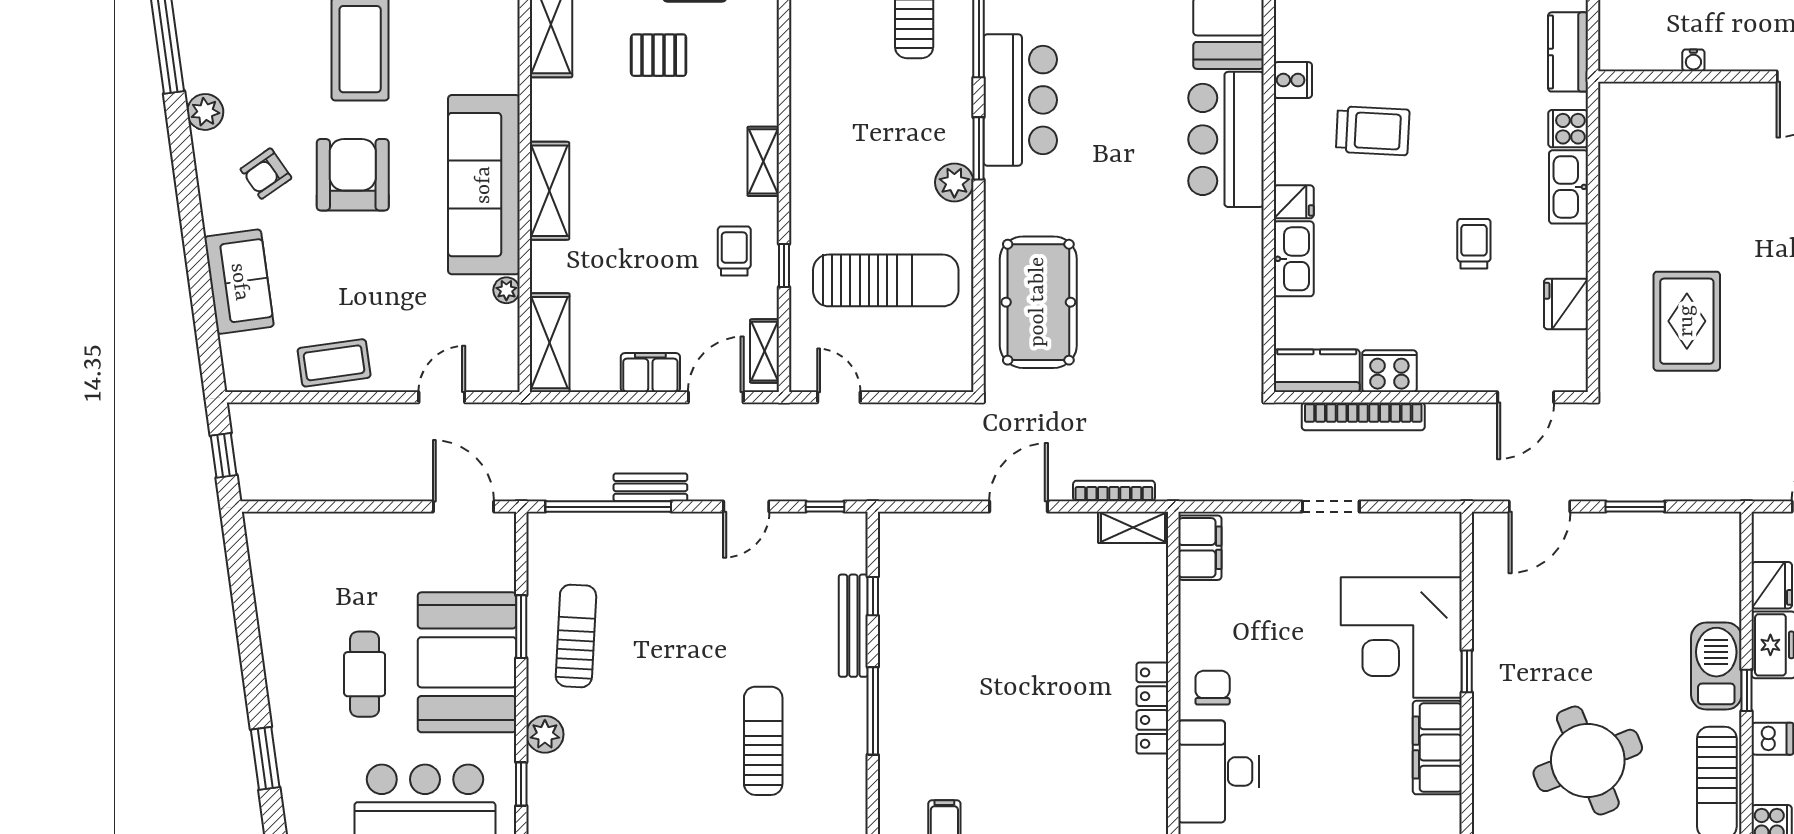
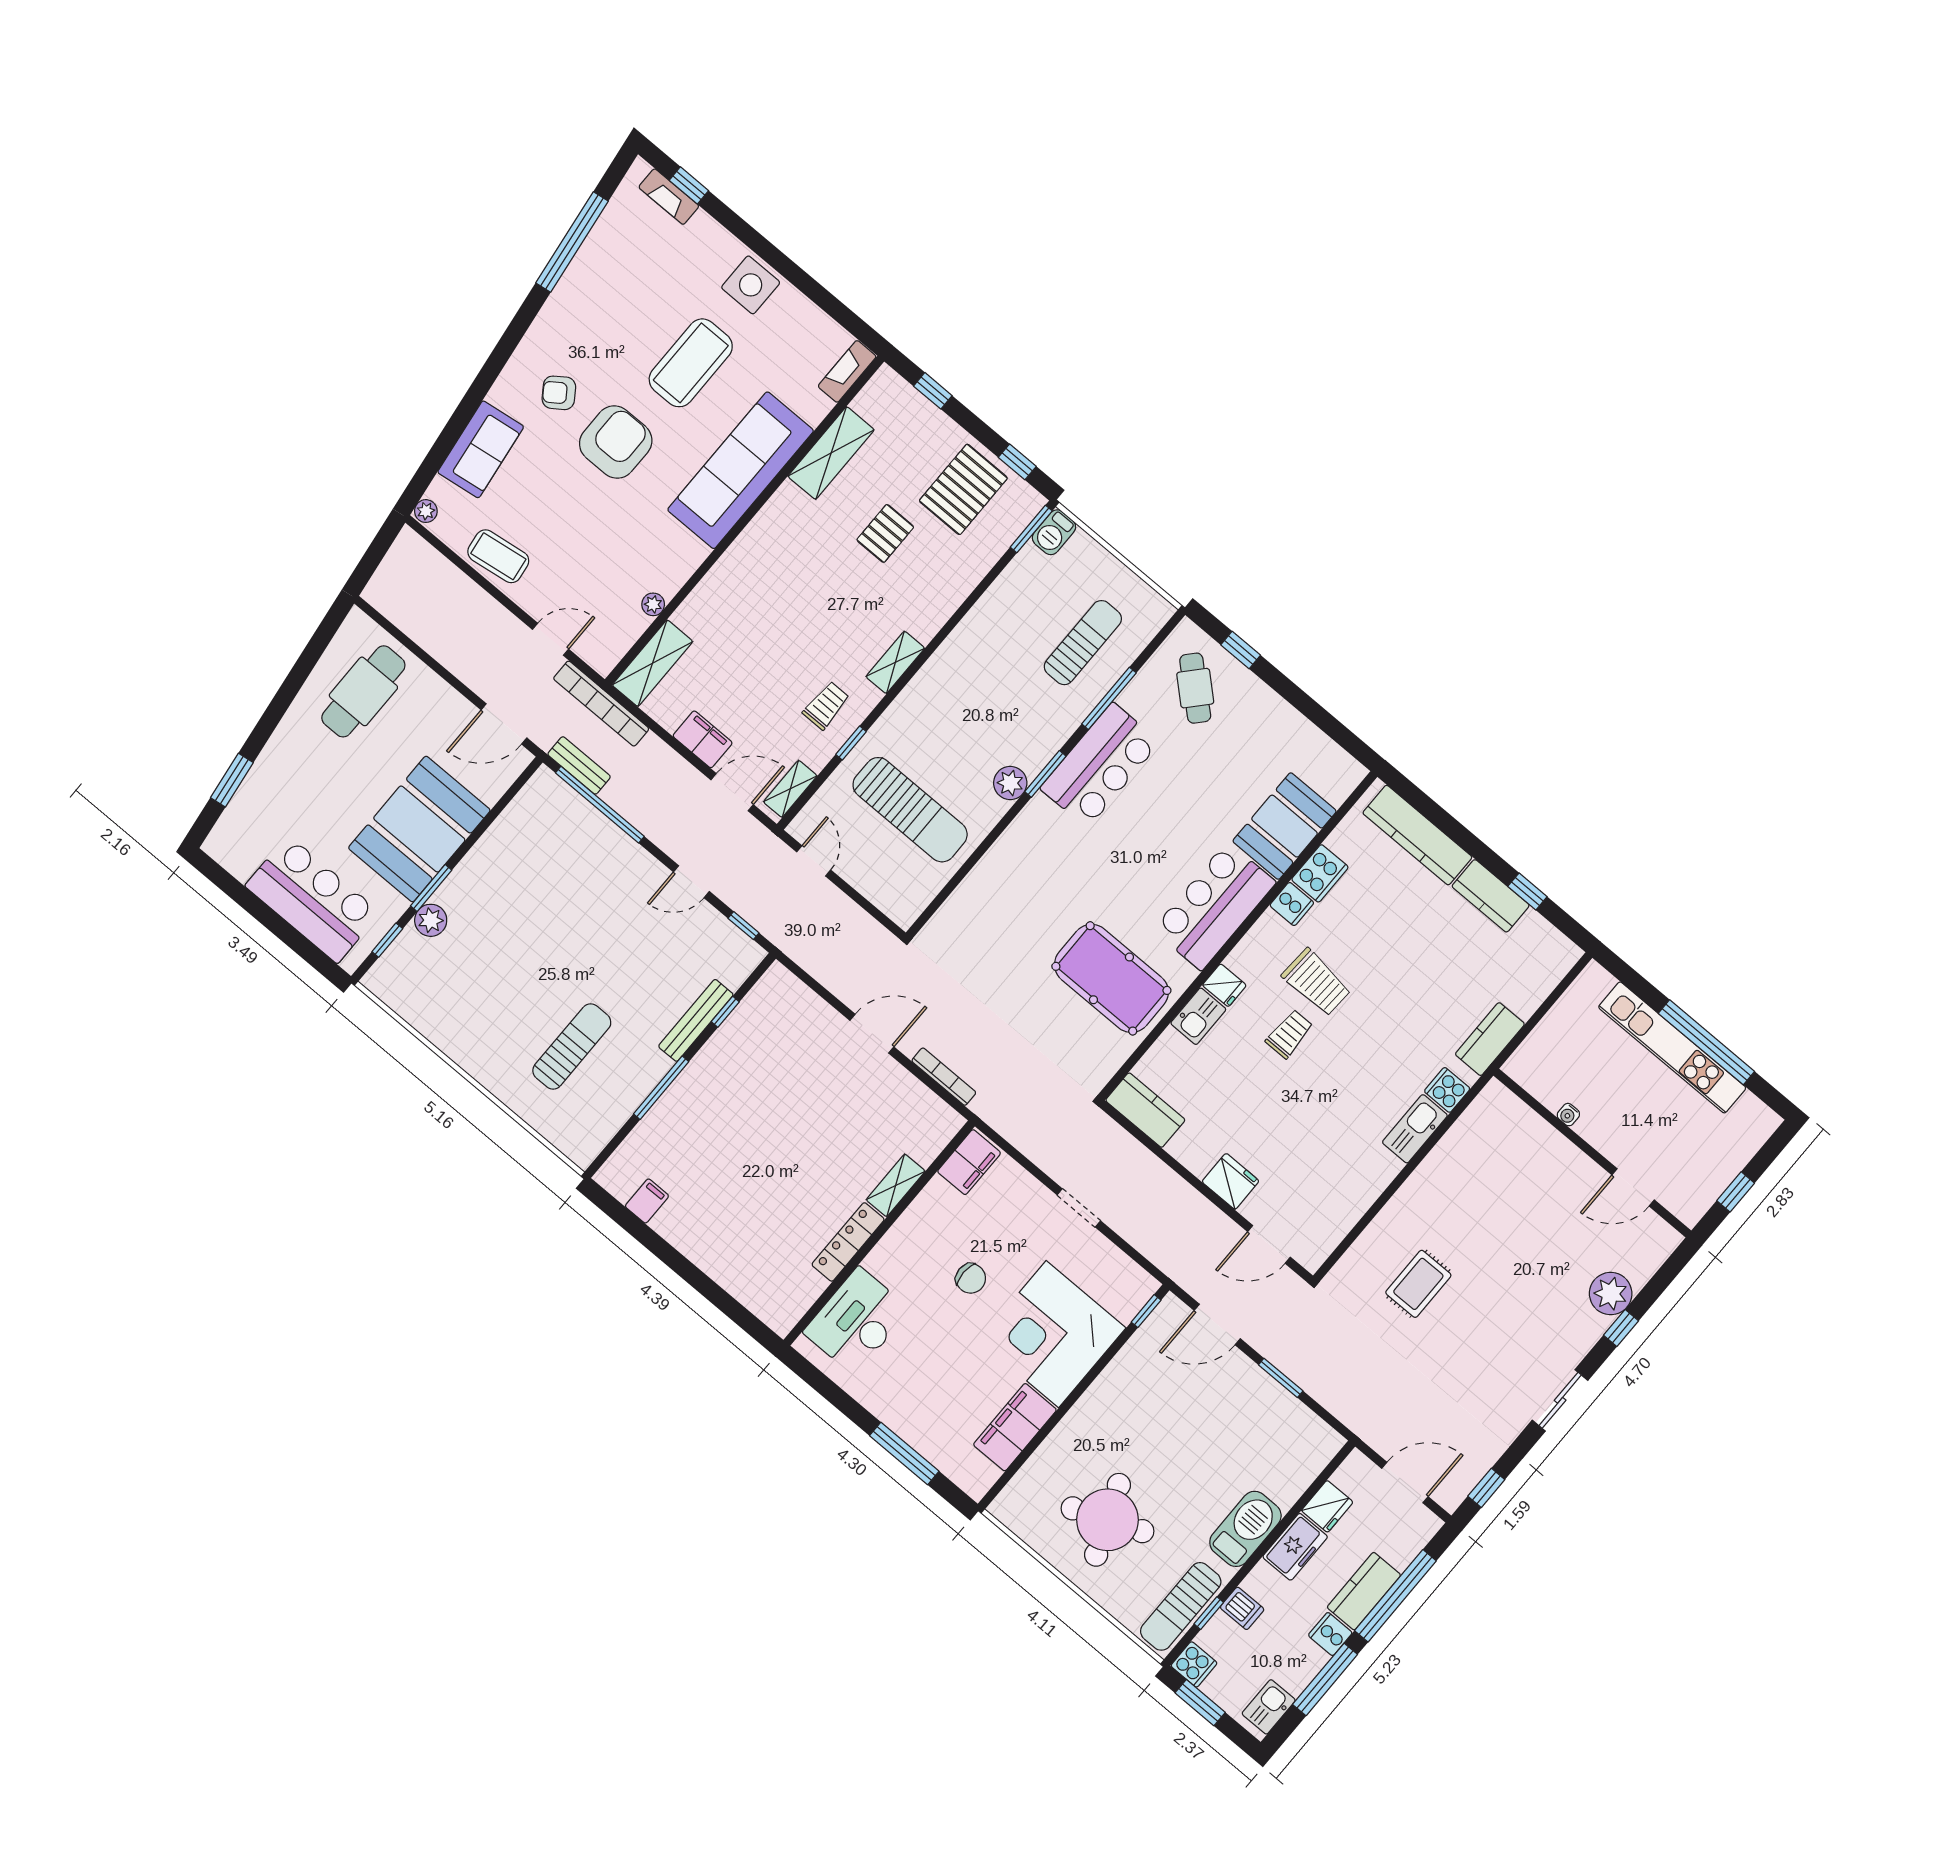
pallet: (659, 55) -> (885, 533), turned 90
plant: (205, 112) -> (426, 511), moved, width x0.73, depth x0.73
sofa: (484, 185) -> (741, 470), moved
shelving: (549, 191) -> (737, 562), removed
trolley: (1474, 244) -> (1289, 1034), moved
kitchen sink: (1294, 259) -> (1198, 1016), width x0.73
pool table: (1038, 302) -> (1111, 978), moved, turned 90
fridge: (1566, 304) -> (1231, 1181), moved, turned 90
rug: (1687, 321) -> (1418, 1284), width x0.73, depth x0.70
cooker: (1389, 371) -> (1320, 873), moved, turned 90
bookcase: (1363, 416) -> (601, 704), moved
window: (224, 455) -> (373, 556), removed
bench: (650, 487) -> (579, 765), moved
door: (464, 507) -> (504, 724), swing flipped
shelving: (1133, 527) -> (896, 1185), moved, turned 90
window: (521, 627) -> (431, 888), moved
sun lounger: (576, 636) -> (506, 872), removed
window: (1467, 671) -> (1146, 1311), moved
cafe table: (365, 674) -> (363, 691), moved, width x1.37, depth x1.35
chair: (1213, 688) -> (971, 1278), moved, turned 90
window: (1747, 690) -> (1209, 1613), moved

